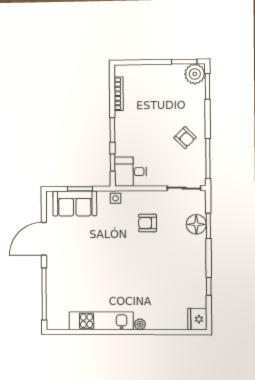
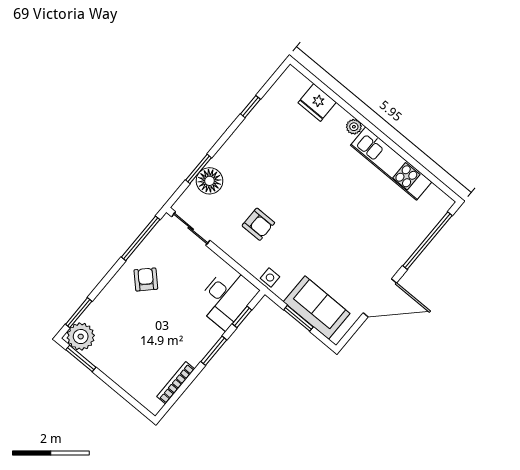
desk: (131, 172) -> (227, 297), width x1.37
fridge: (197, 319) -> (317, 103), moved, turned 90

